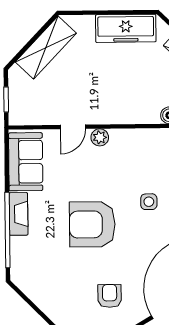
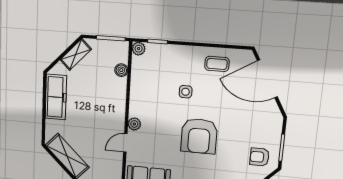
door: (73, 127) -> (125, 143), swing flipped
armchair: (110, 296) -> (260, 157), moved

